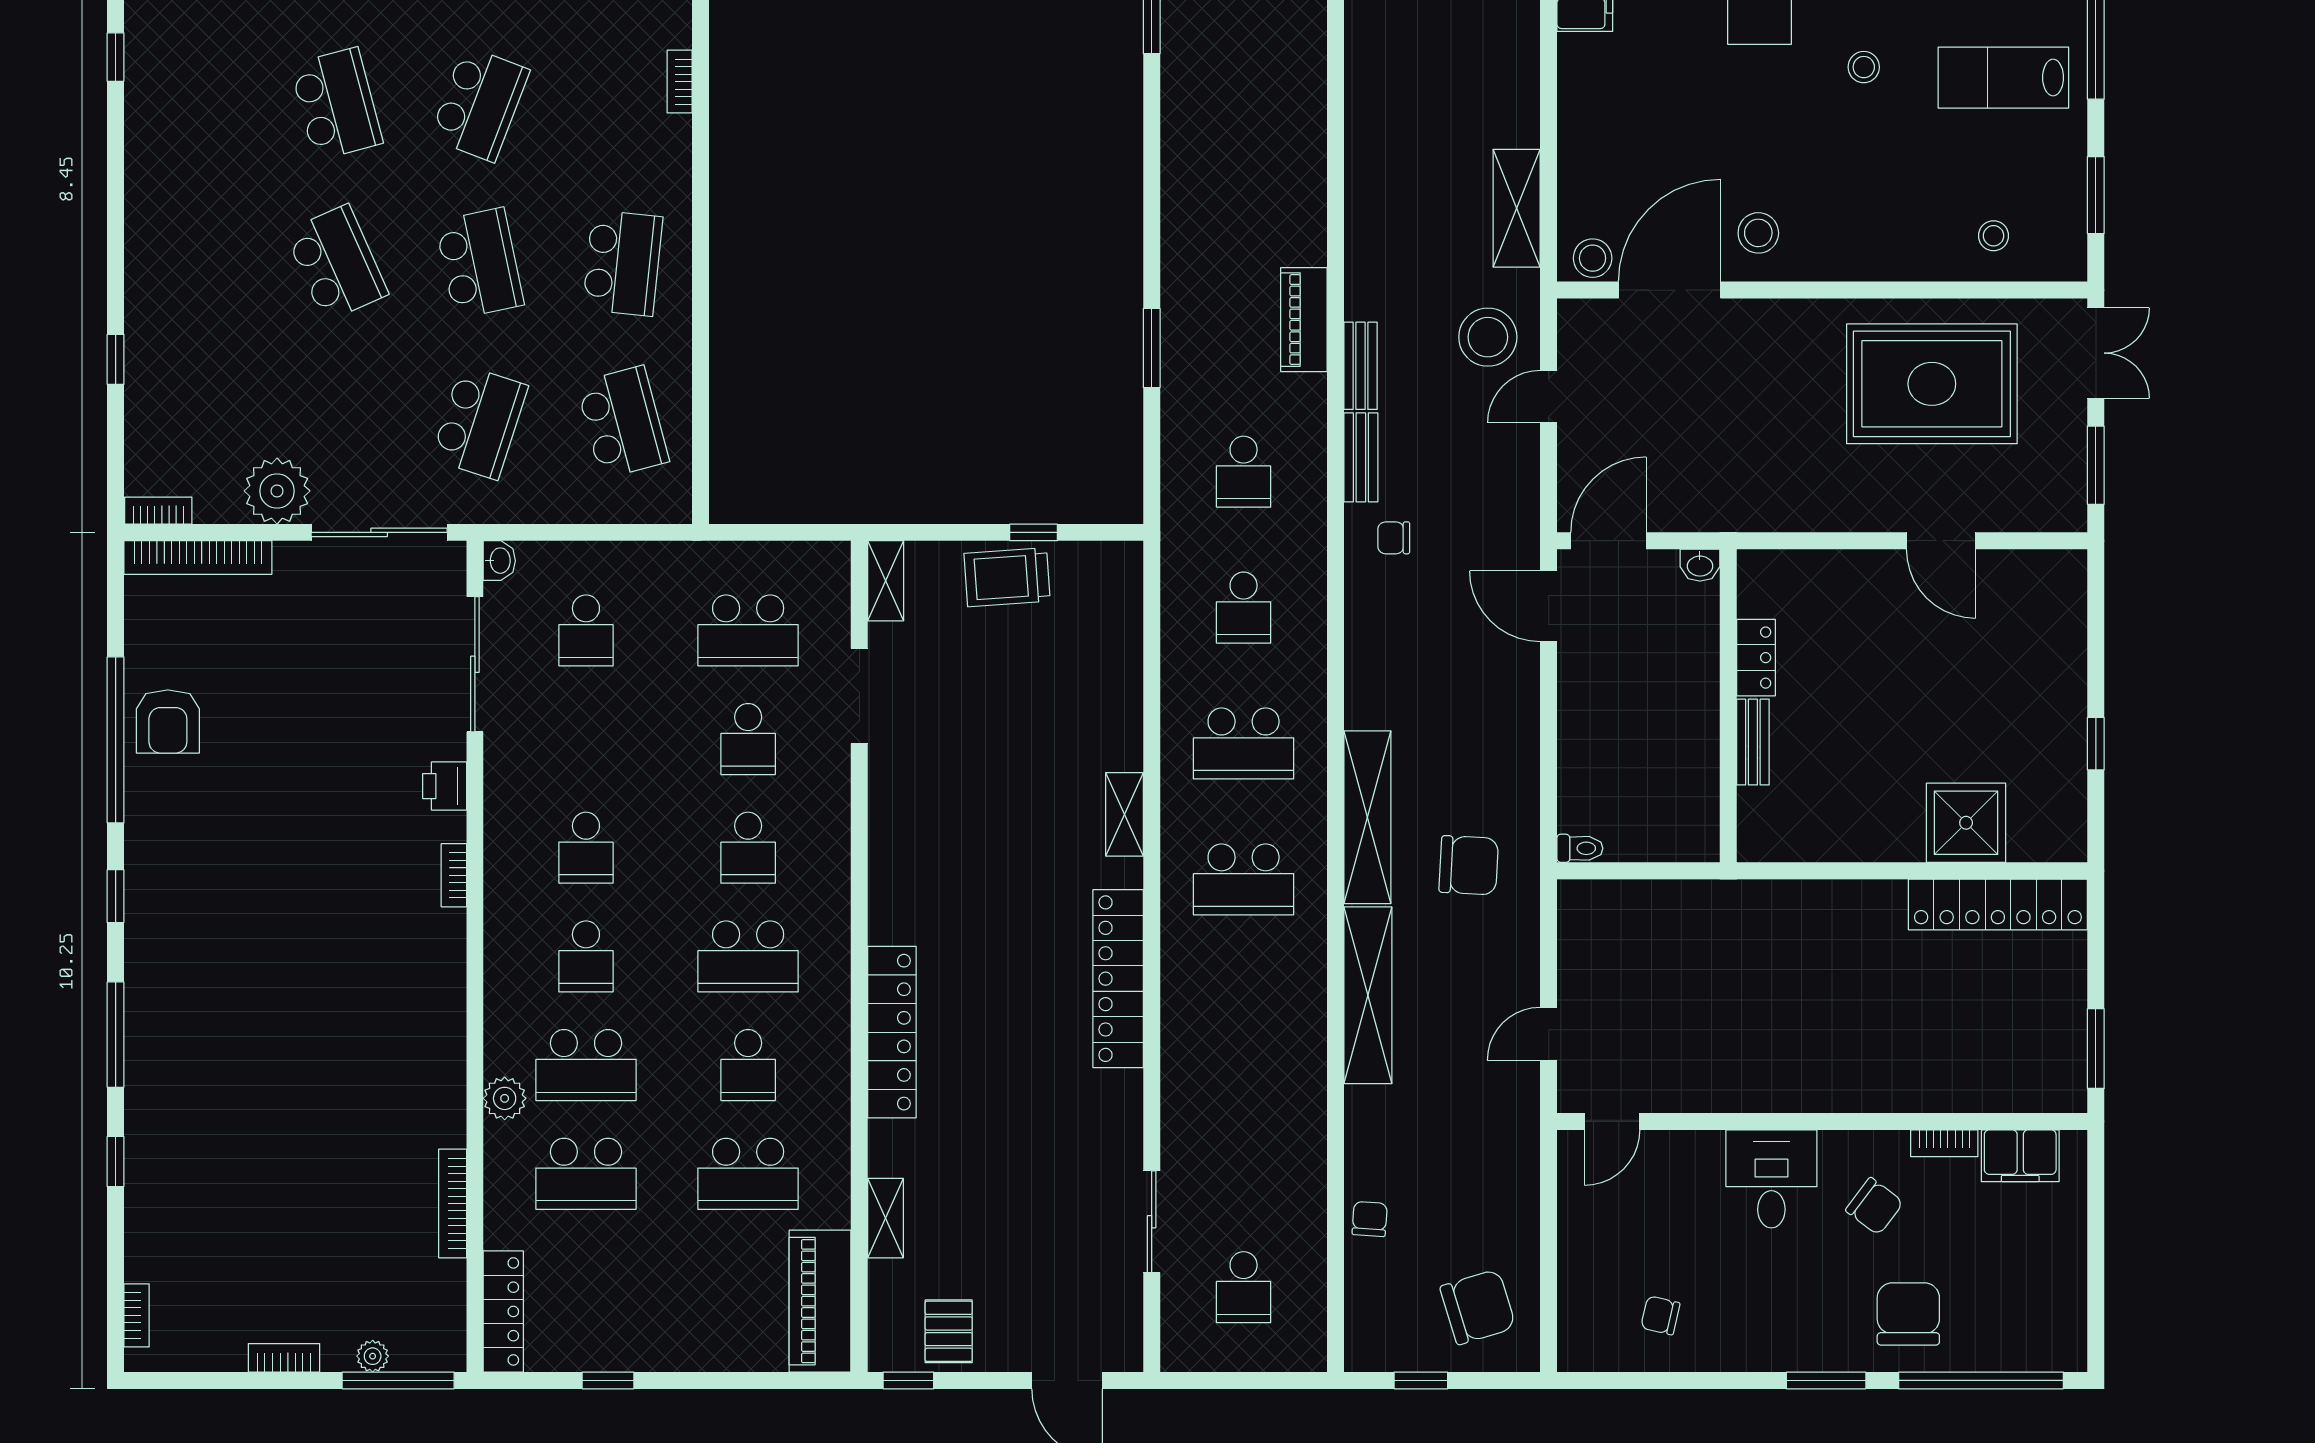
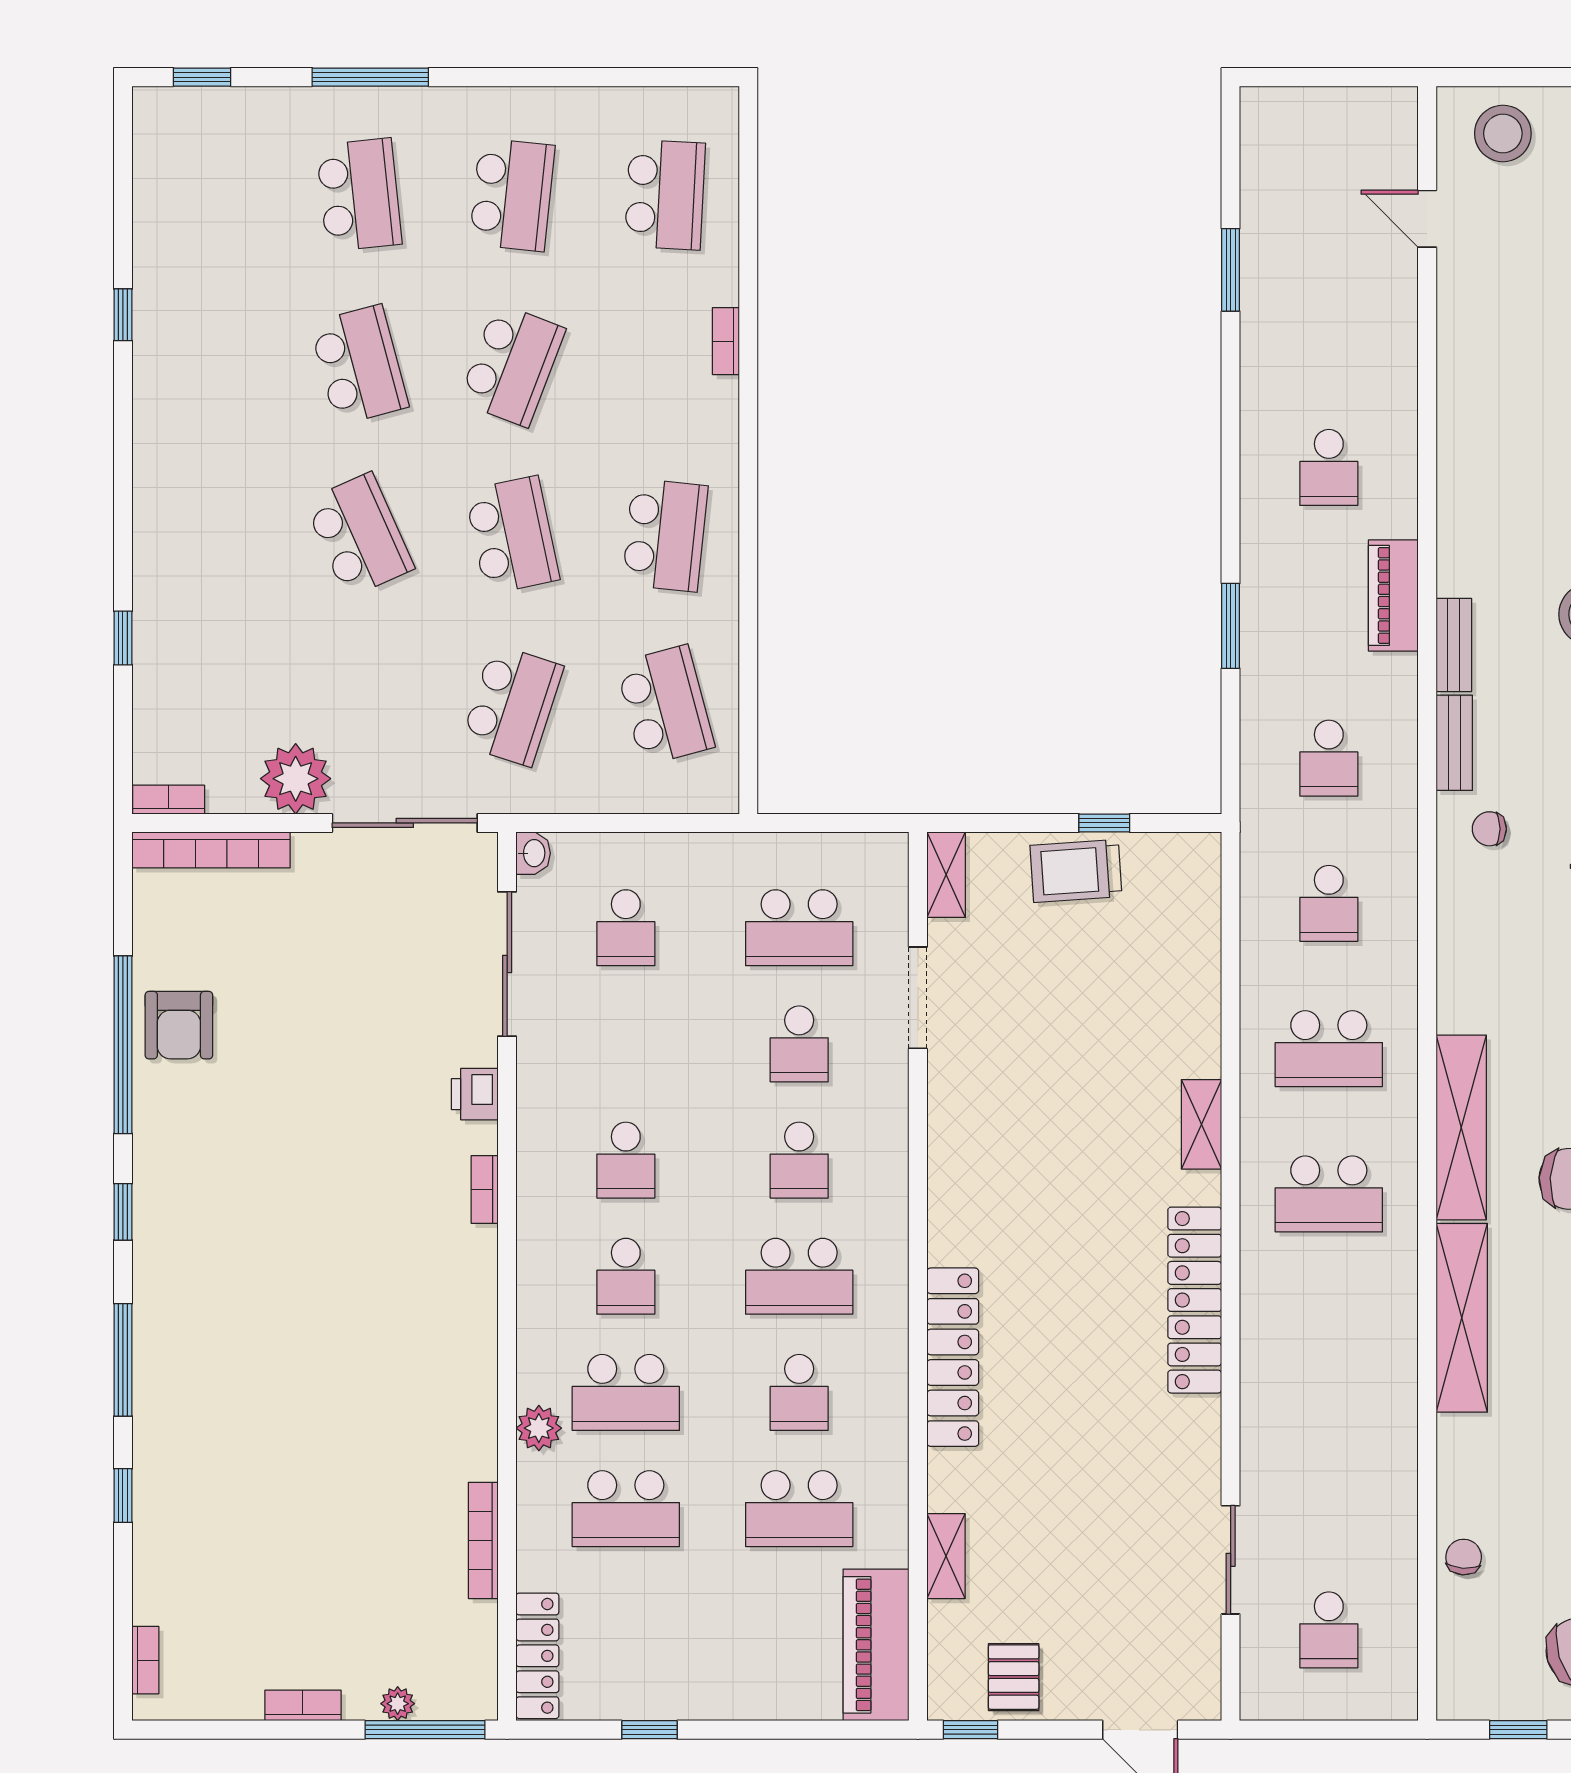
school desk: (1244, 200) -> (1329, 467), added

